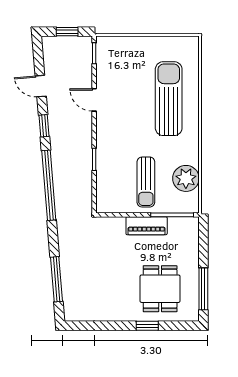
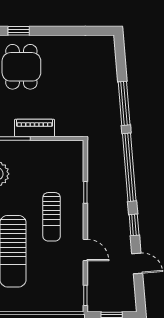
sun lounger: (146, 182) -> (52, 217), moved, turned 180
window: (56, 279) -> (124, 103), moved
window: (147, 326) -> (19, 31), moved

